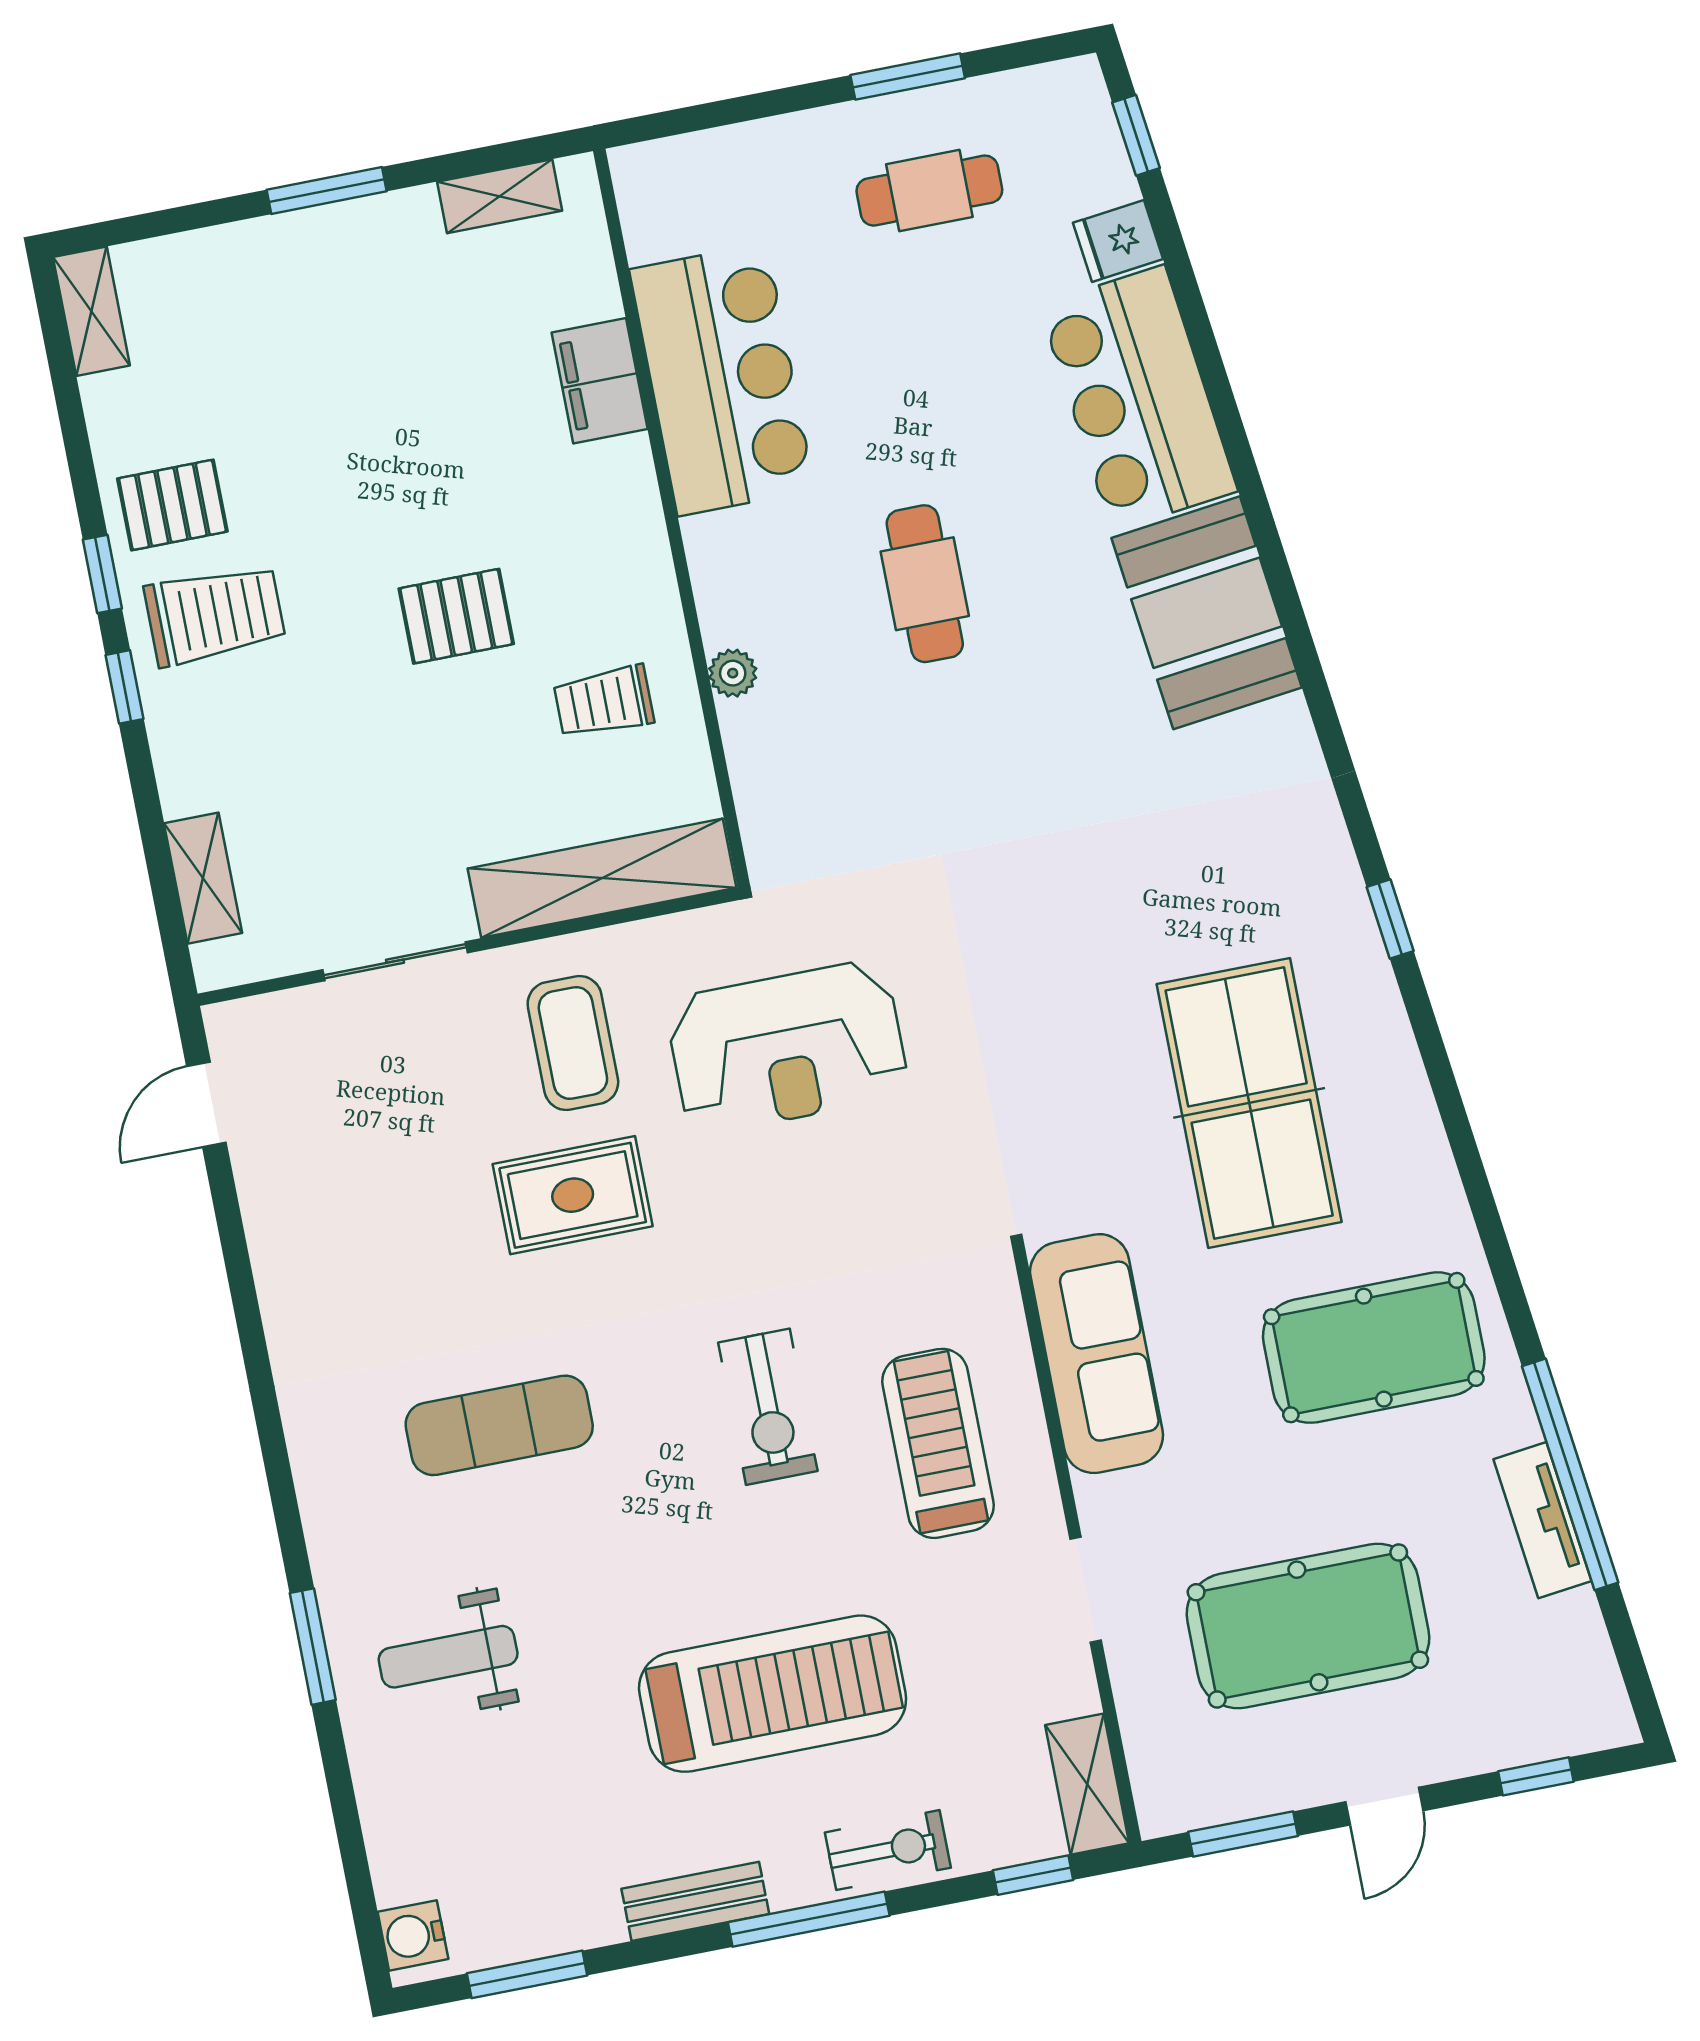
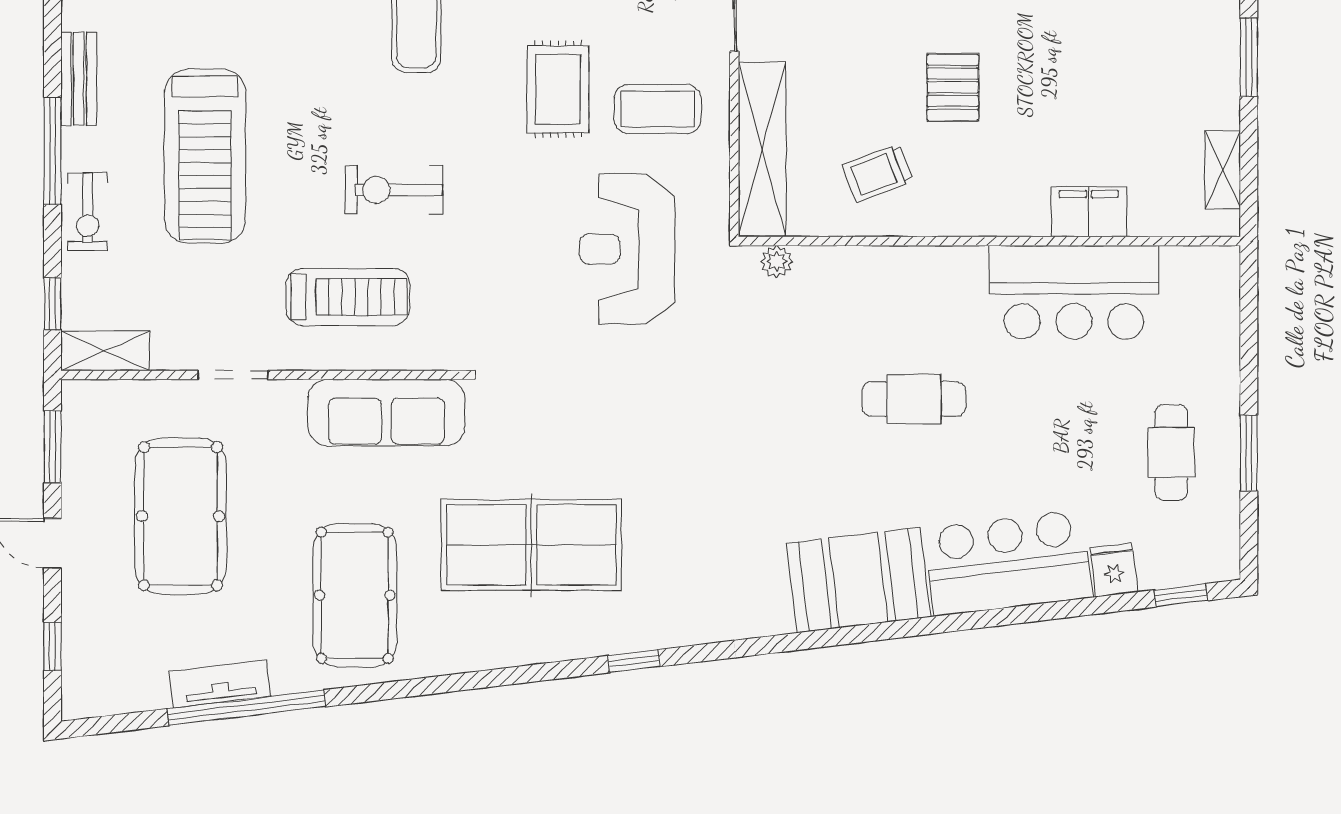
plant: (733, 673) -> (777, 261), moved
trolley: (604, 702) -> (878, 173), turned -111

